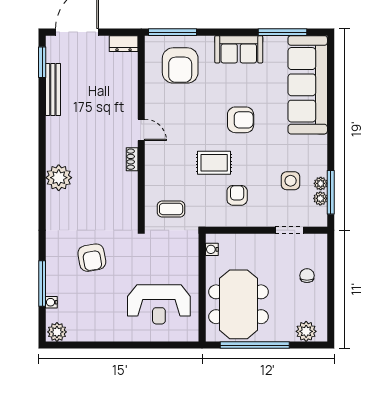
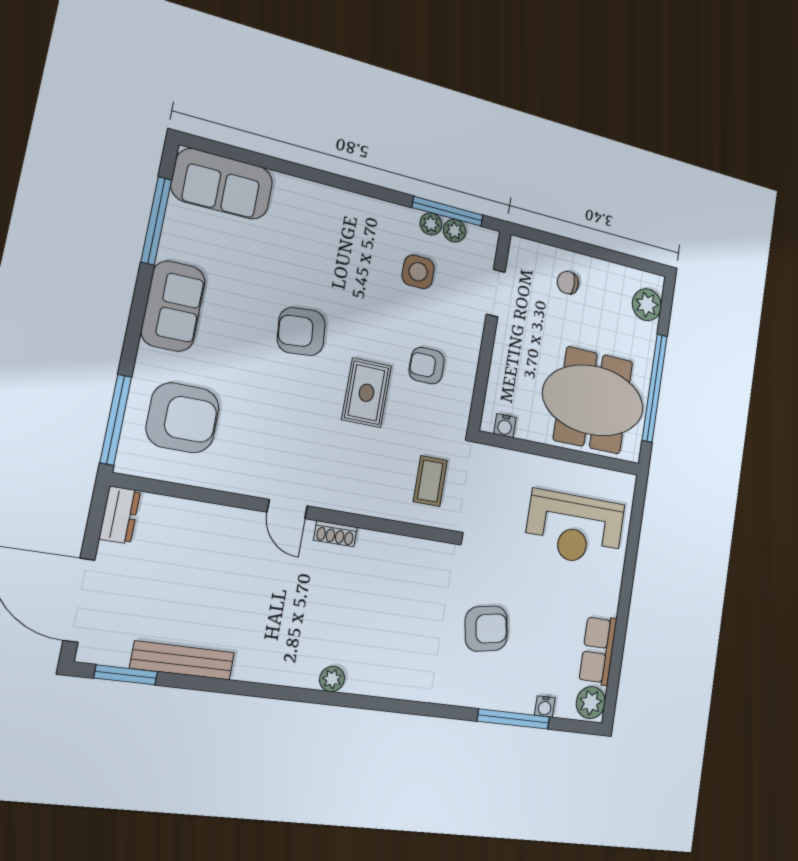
sofa: (308, 85) -> (222, 184), width x0.54, depth x0.79
armchair: (241, 120) -> (301, 332), turned -95
door: (141, 130) -> (287, 509), swing flipped
plant: (59, 178) -> (332, 679), width x0.53, depth x0.53
reception desk: (159, 304) -> (575, 528), turned 90
row of seats: (88, 332) -> (598, 650), added

